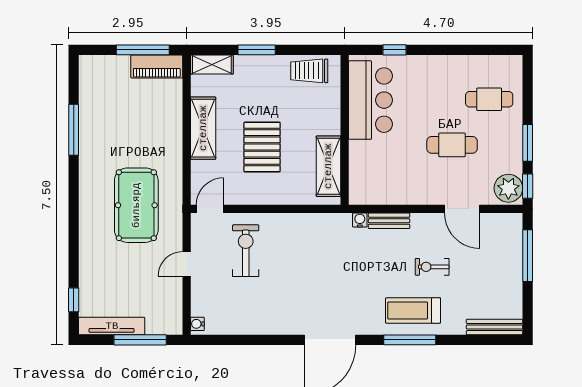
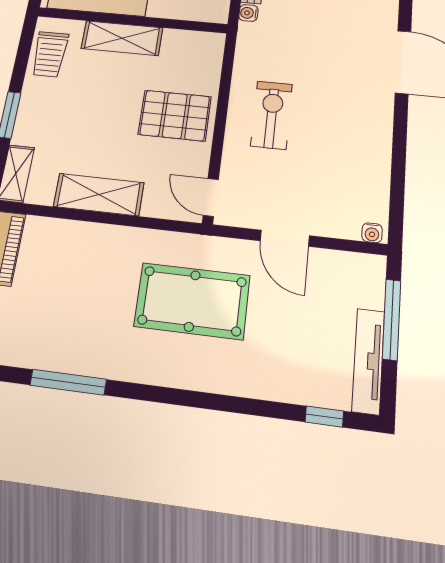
pallet: (262, 147) -> (175, 116), moved
shelving: (328, 166) -> (122, 38), moved
exercise bike: (246, 251) -> (272, 115), moved, turned 90
door: (187, 264) -> (285, 238), width x1.38

